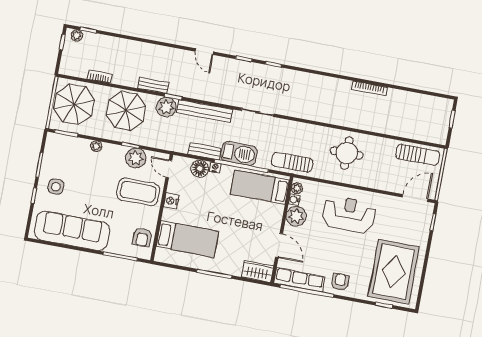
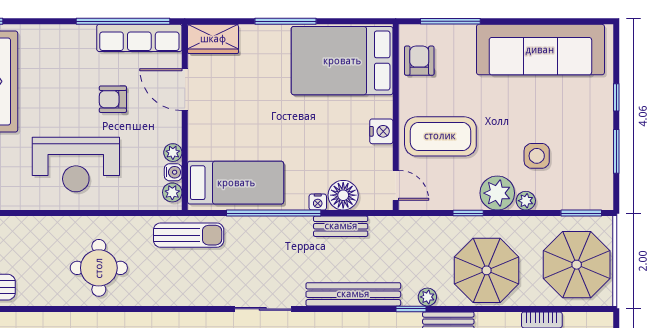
plant: (166, 107) -> (427, 297), width x0.53, depth x0.53
barbecue: (239, 153) -> (281, 233), removed
plant: (136, 158) -> (497, 193), moved
side table: (56, 187) -> (537, 156), moved
plant: (296, 216) -> (173, 153), width x0.53, depth x0.53
bed: (187, 239) -> (342, 61), width x1.50
armchair: (340, 282) -> (113, 99), moved, turned 90

